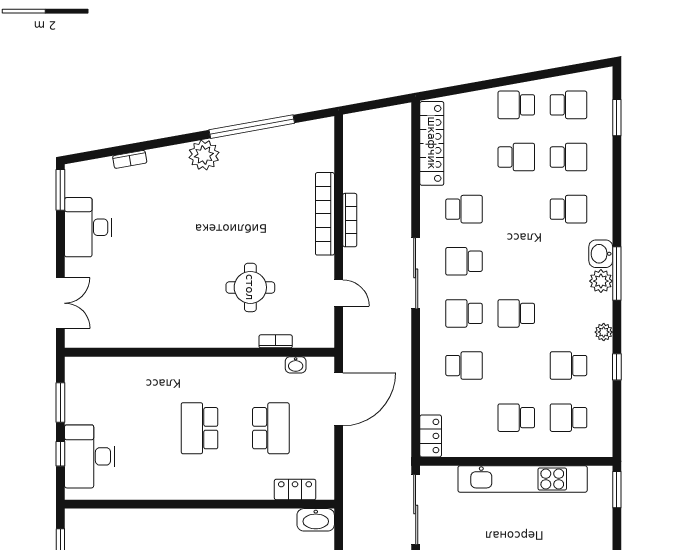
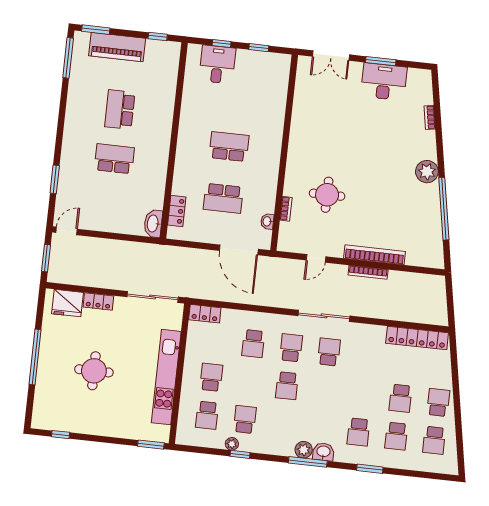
window: (617, 118) -> (370, 469), moved
window: (60, 190) -> (381, 61), moved
school desk: (464, 209) -> (367, 356), removed
school desk: (516, 313) -> (287, 386), turned 180
plant: (604, 332) -> (232, 444), moved
window: (60, 403) -> (259, 48), width x0.67
school desk: (568, 418) -> (207, 415), turned 180
desk: (90, 456) -> (217, 64), width x0.73

